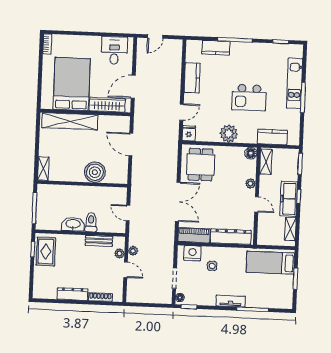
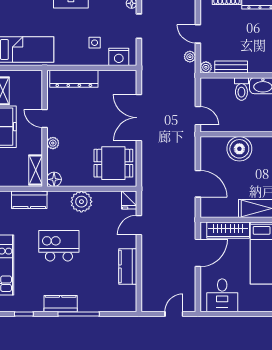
kitchen counter: (216, 48) -> (61, 304), moved
dining table: (201, 165) -> (113, 163), turned 90
door: (128, 213) -> (198, 116), moved
piano: (194, 235) -> (118, 79), removed
plant: (120, 253) -> (206, 67), moved

